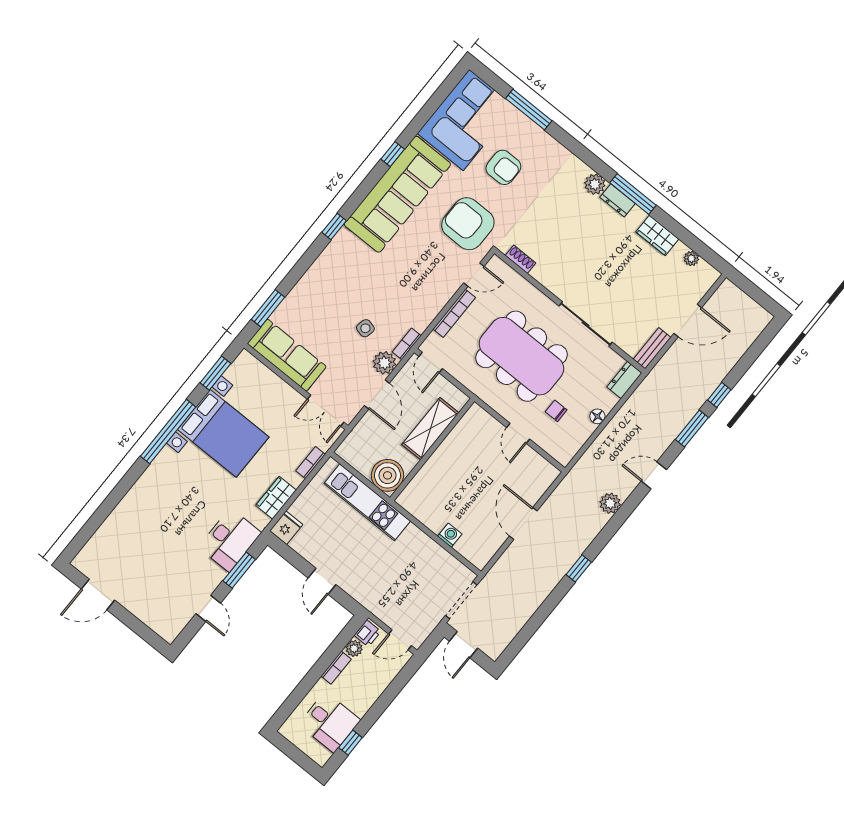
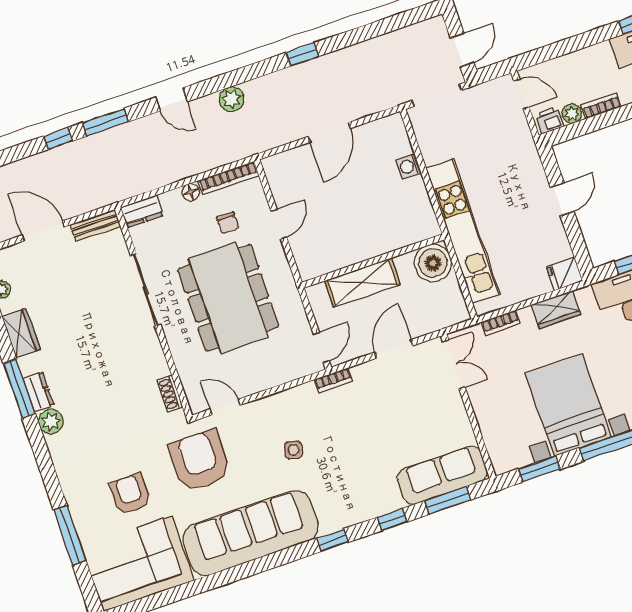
window: (393, 154) -> (392, 520), moved
armchair: (468, 224) -> (200, 461), turned 180
bookcase: (454, 313) -> (228, 178), moved, turned 180
side table: (365, 328) -> (293, 450), moved
sofa: (287, 355) -> (442, 475), moved, turned 90
plant: (384, 363) -> (367, 375), removed
kitchen unit: (367, 502) -> (463, 231), width x1.36

